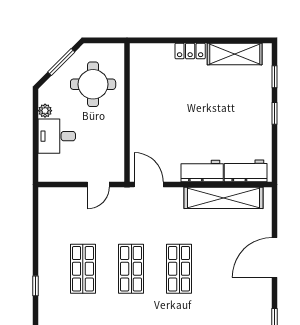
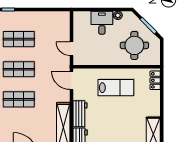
locker: (190, 51) -> (155, 80), moved
lab bench: (160, 114) -> (116, 88), added
door: (149, 184) -> (72, 80), swing flipped

